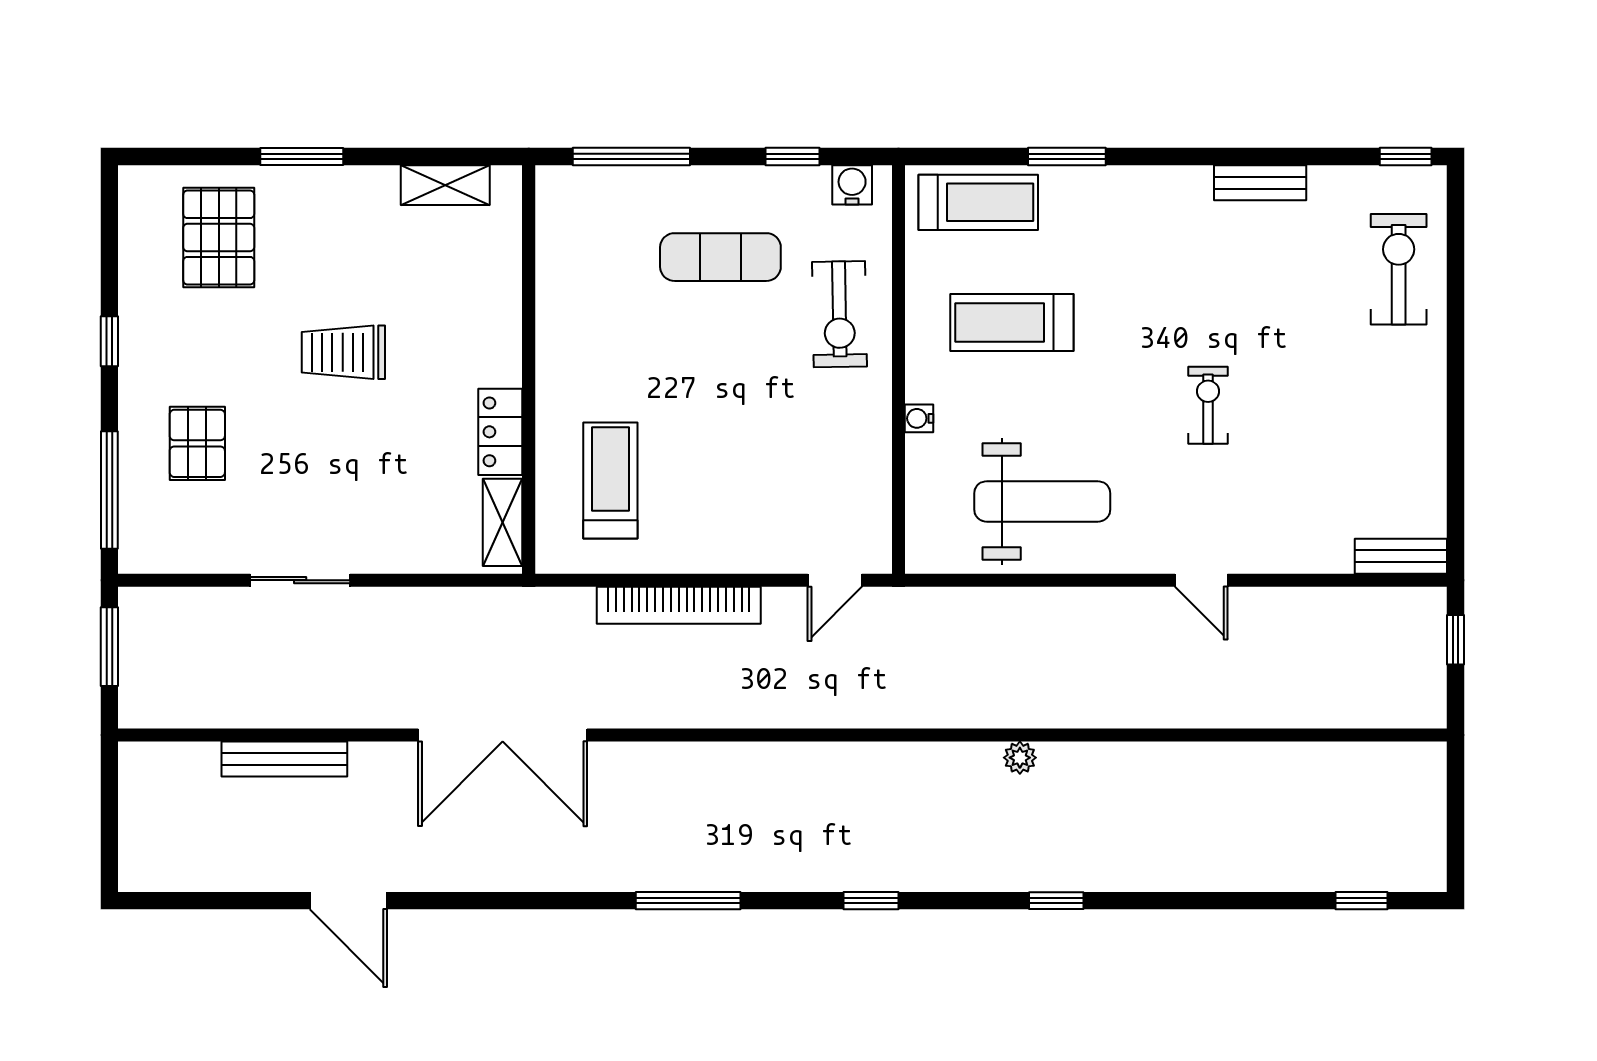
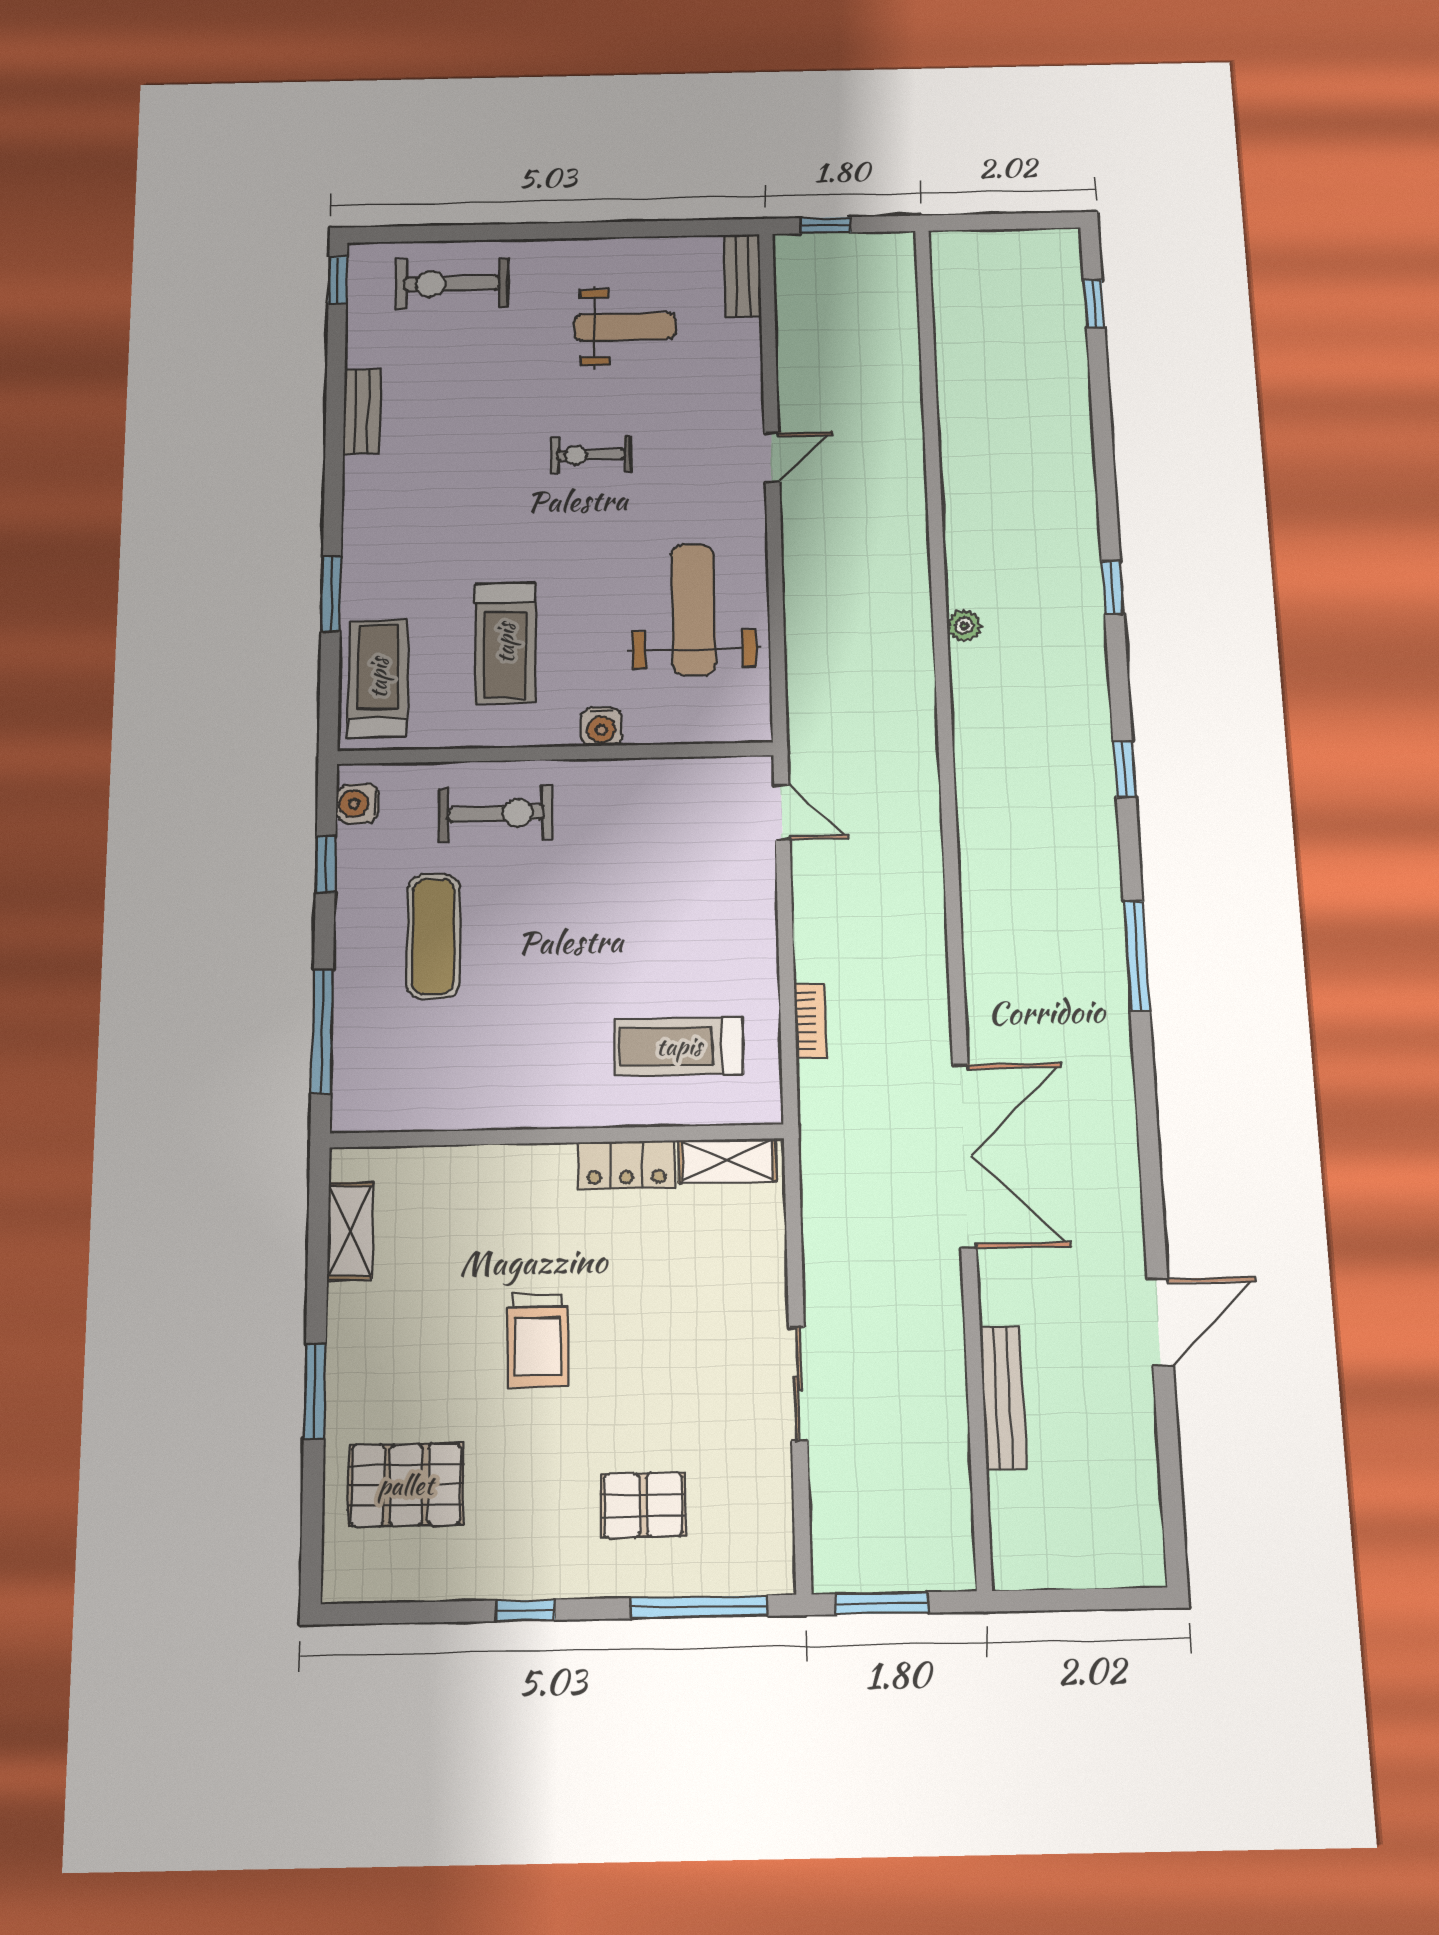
water cooler: (919, 418) -> (601, 727), width x1.38, depth x1.38
weight bench: (1347, 440) -> (625, 327), added
bookcase: (679, 605) -> (810, 1020), width x0.43, depth x0.76

